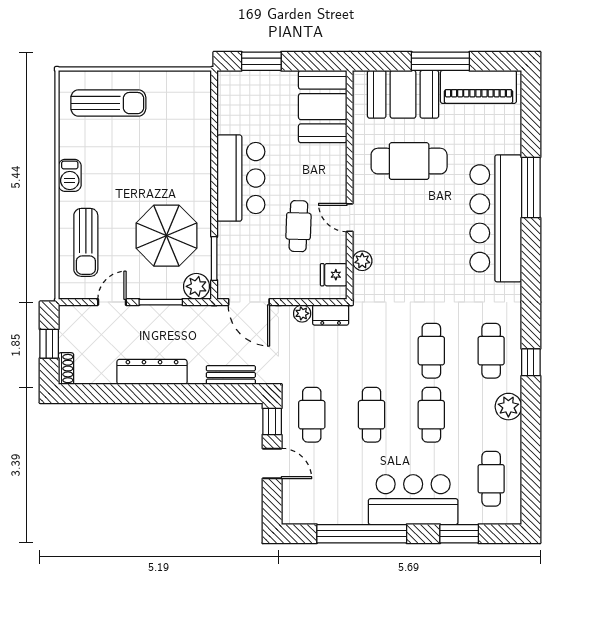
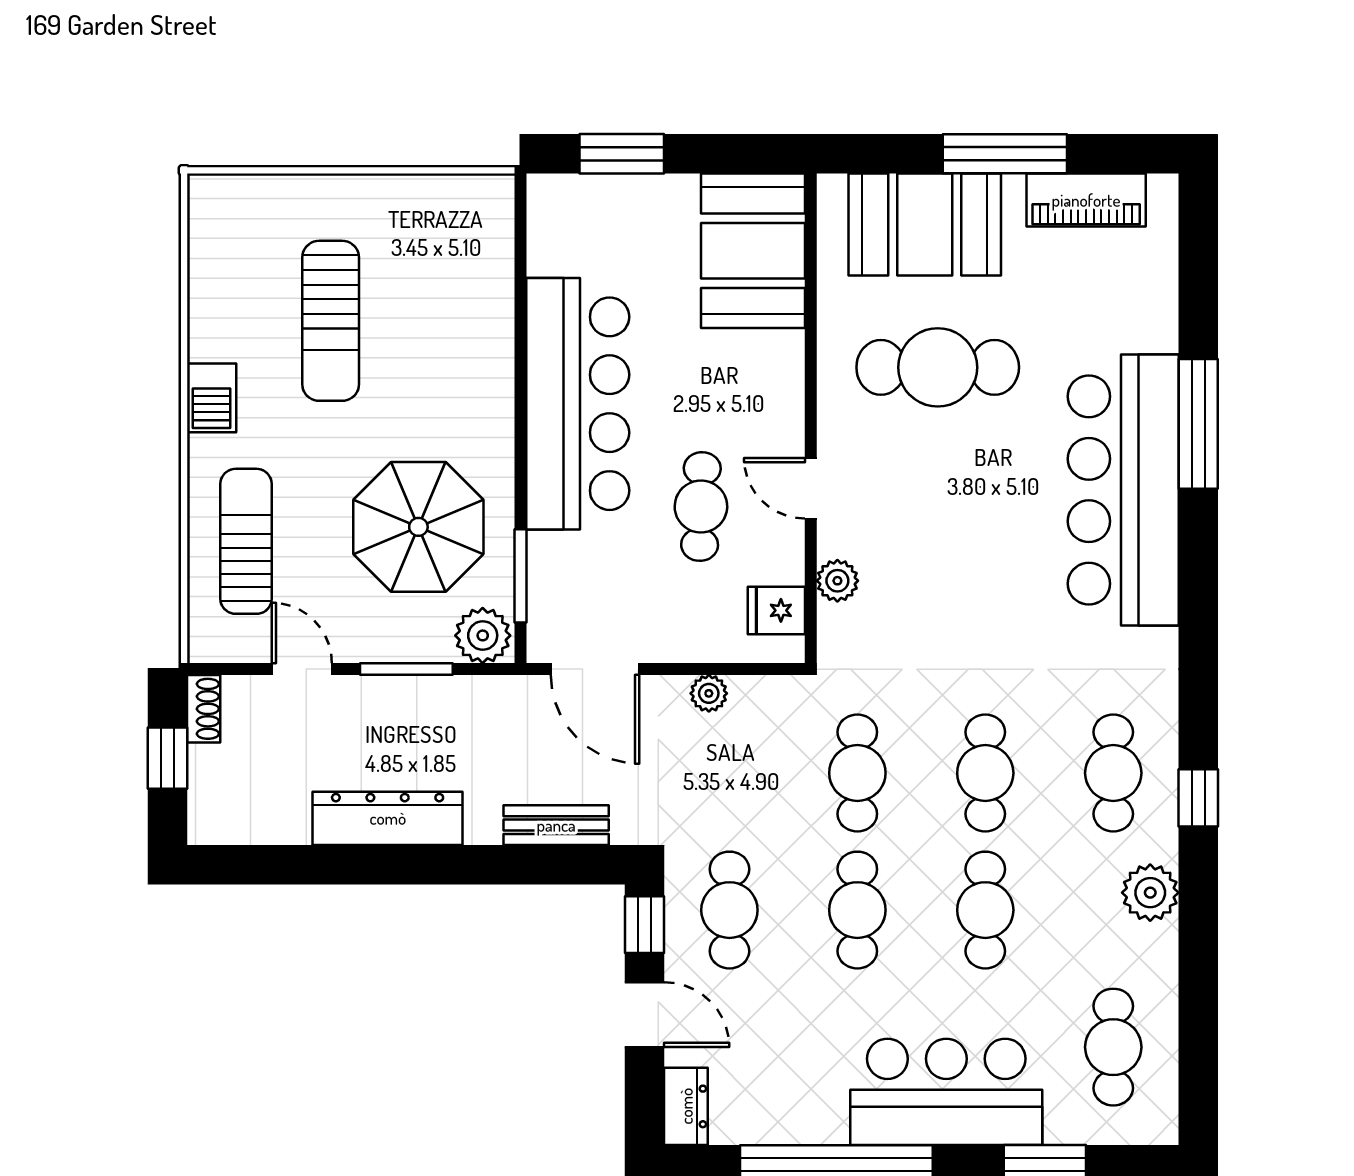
piano: (478, 87) -> (1086, 200), width x0.73, depth x0.75
sun lounger: (108, 103) -> (331, 321), moved, turned 90
bar counter: (241, 178) -> (578, 404), width x1.36
sun lounger: (86, 242) -> (246, 541), turned 180
door: (112, 302) -> (302, 669), hinge flipped
dresser: (331, 315) -> (686, 1106), moved, turned -90
cafe table: (372, 351) -> (857, 773), added
shoe rack: (66, 369) -> (204, 709), moved

